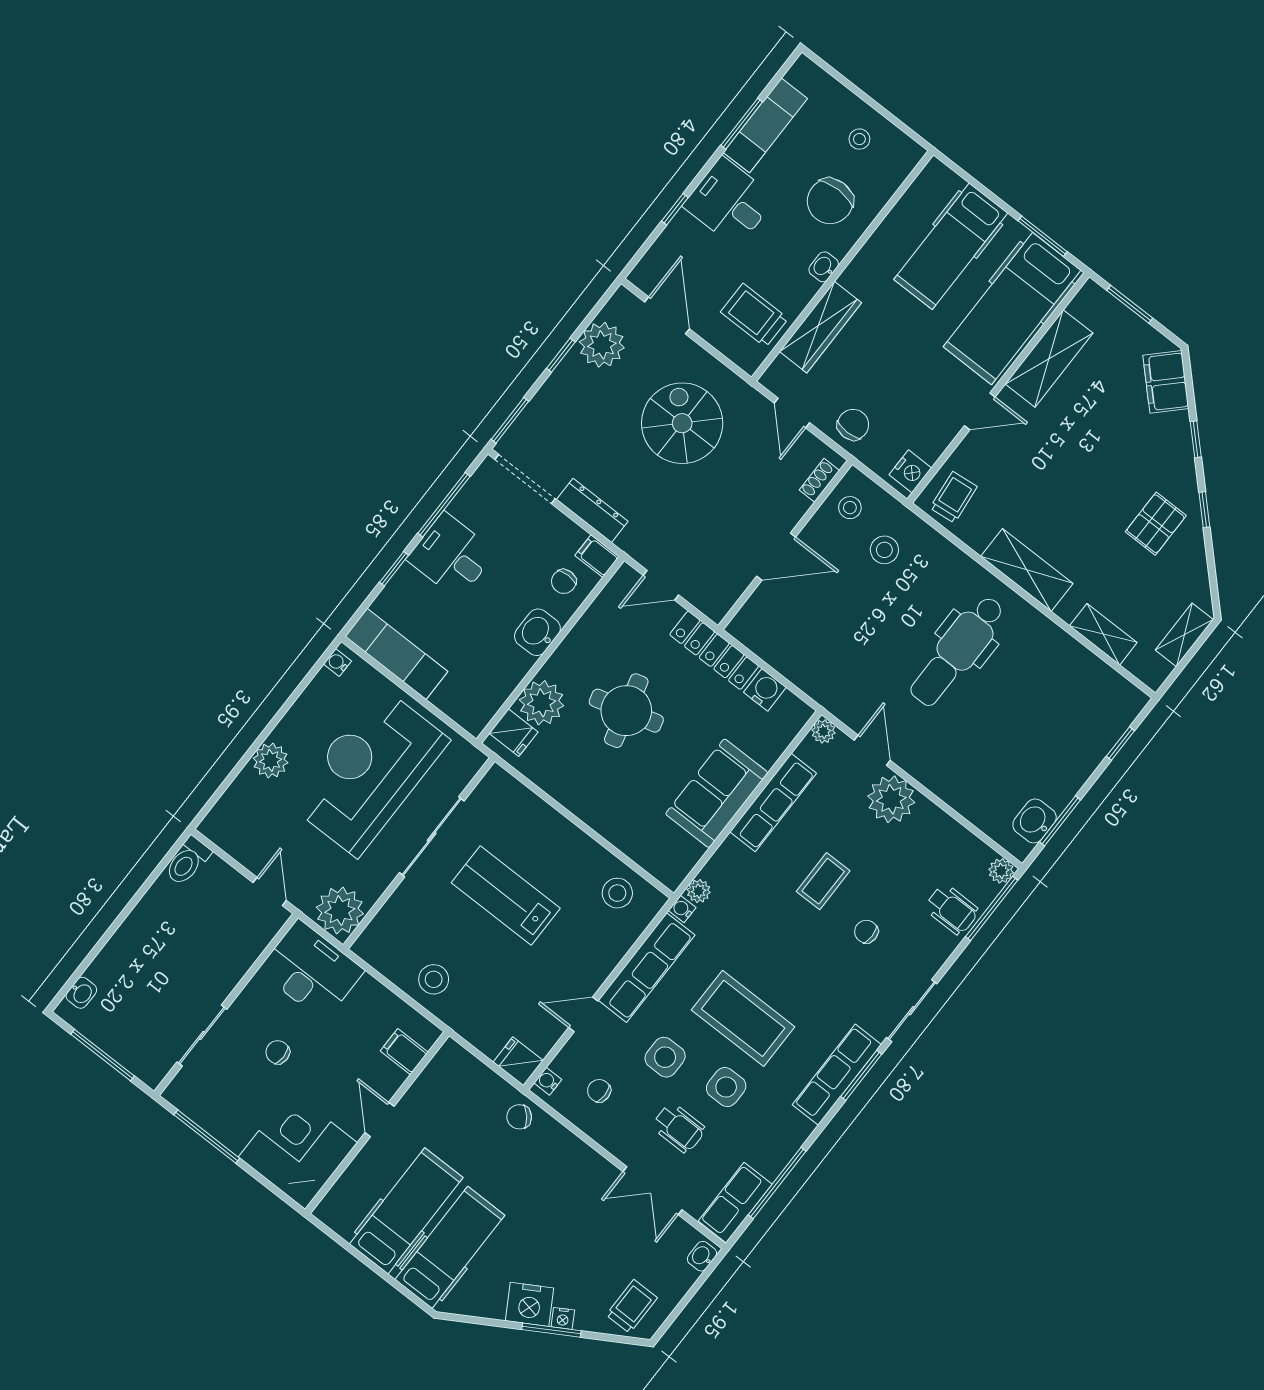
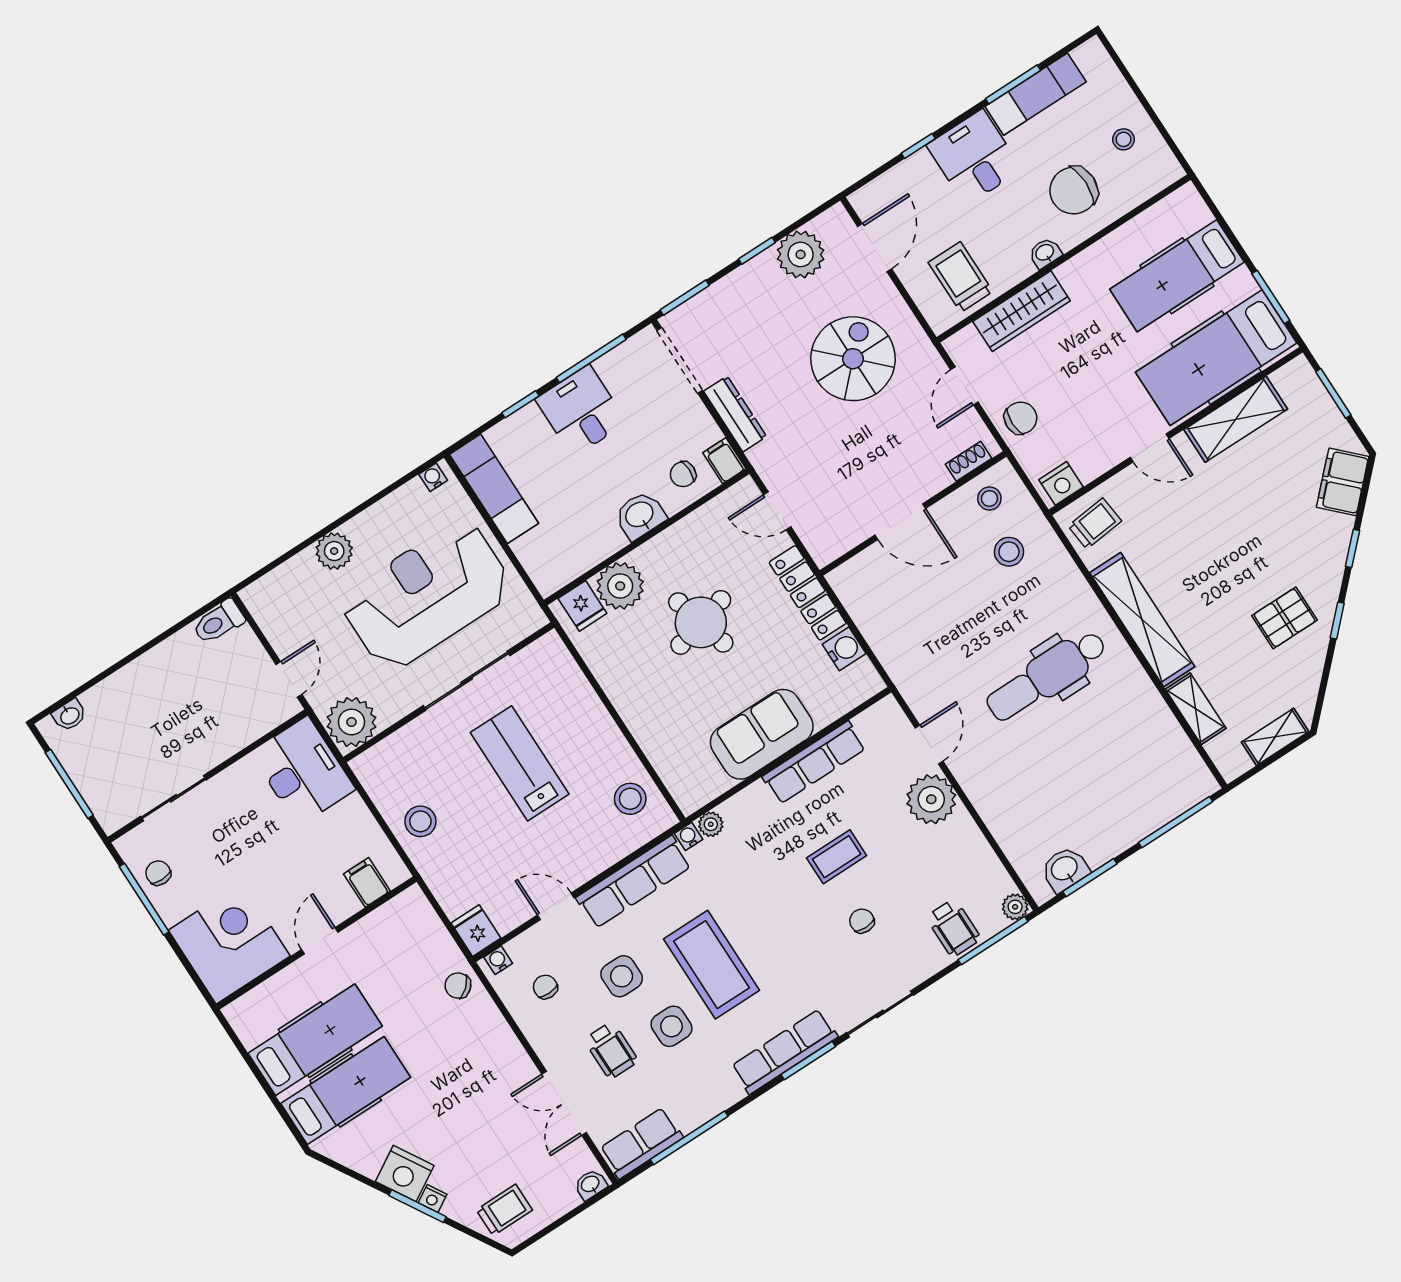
shelving: (1027, 570) -> (1142, 620), width x1.47
plant: (823, 731) -> (888, 710), removed
window: (1120, 743) -> (1176, 822), width x2.17
chair: (278, 1052) -> (158, 873), moved

